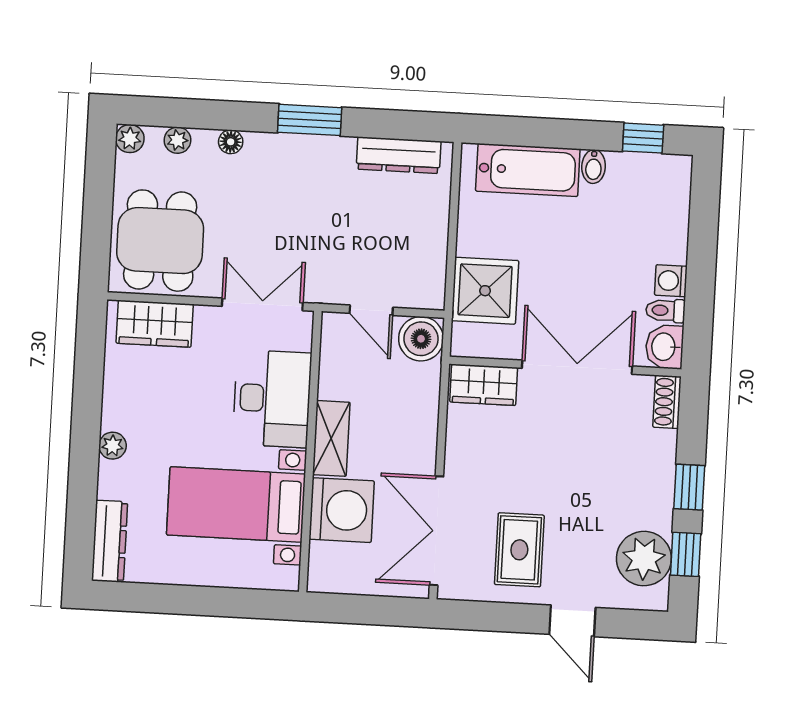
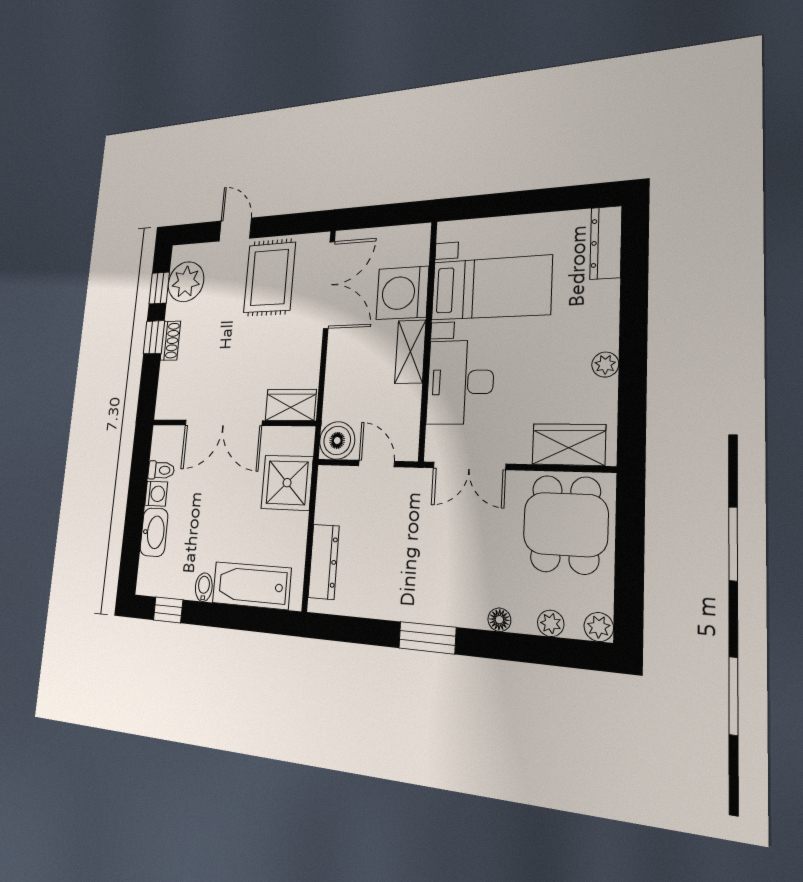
dresser: (399, 155) -> (324, 562), moved, turned 90
washbasin: (664, 347) -> (154, 532), moved, width x1.38
shoe rack: (667, 402) -> (170, 341), moved
plant: (113, 446) -> (605, 365), moved
rug: (519, 550) -> (269, 277), width x1.36, depth x1.43

